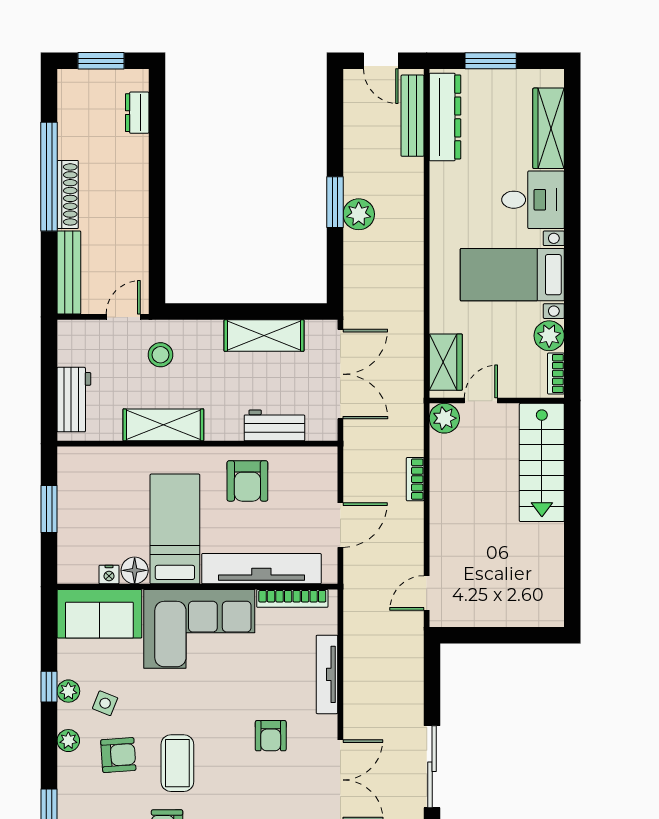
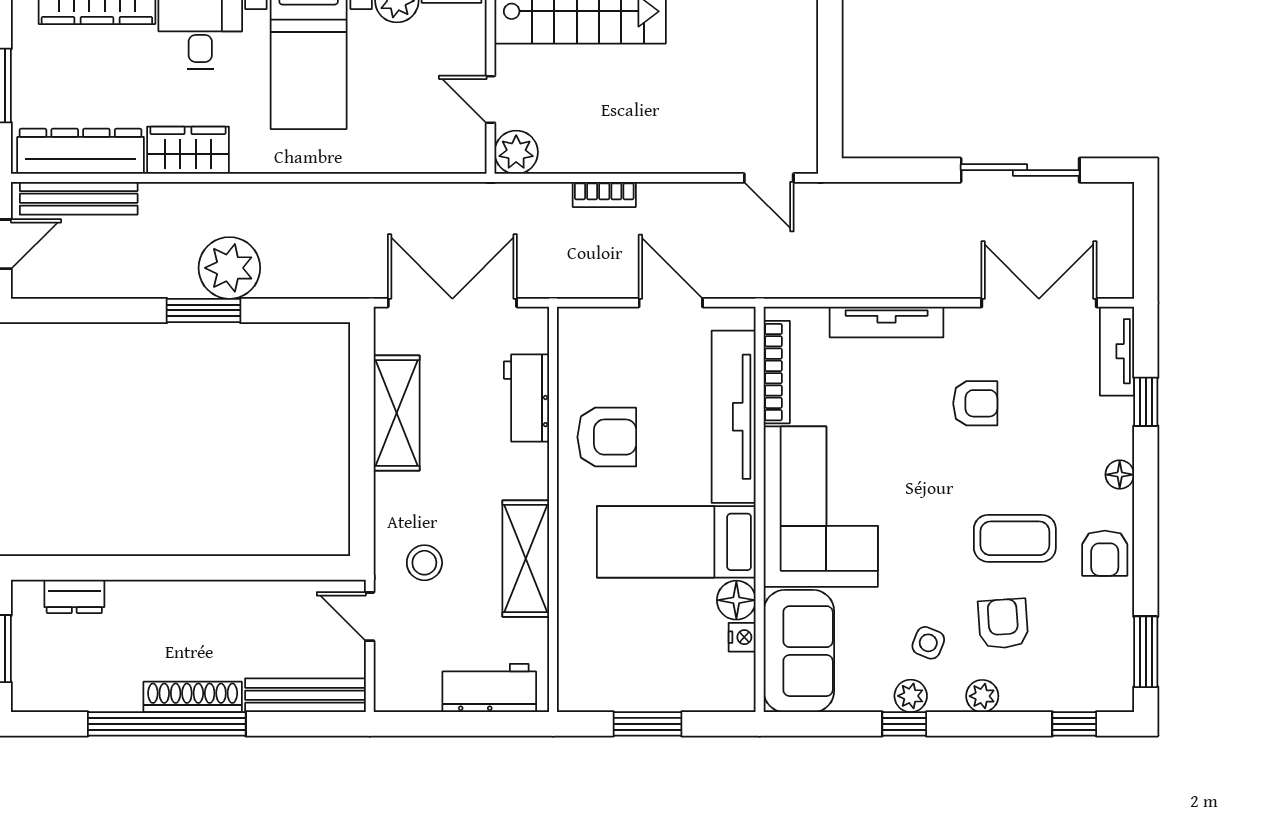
plant: (359, 214) -> (229, 268), width x1.36, depth x1.36
wardrobe: (446, 362) -> (188, 150), moved

